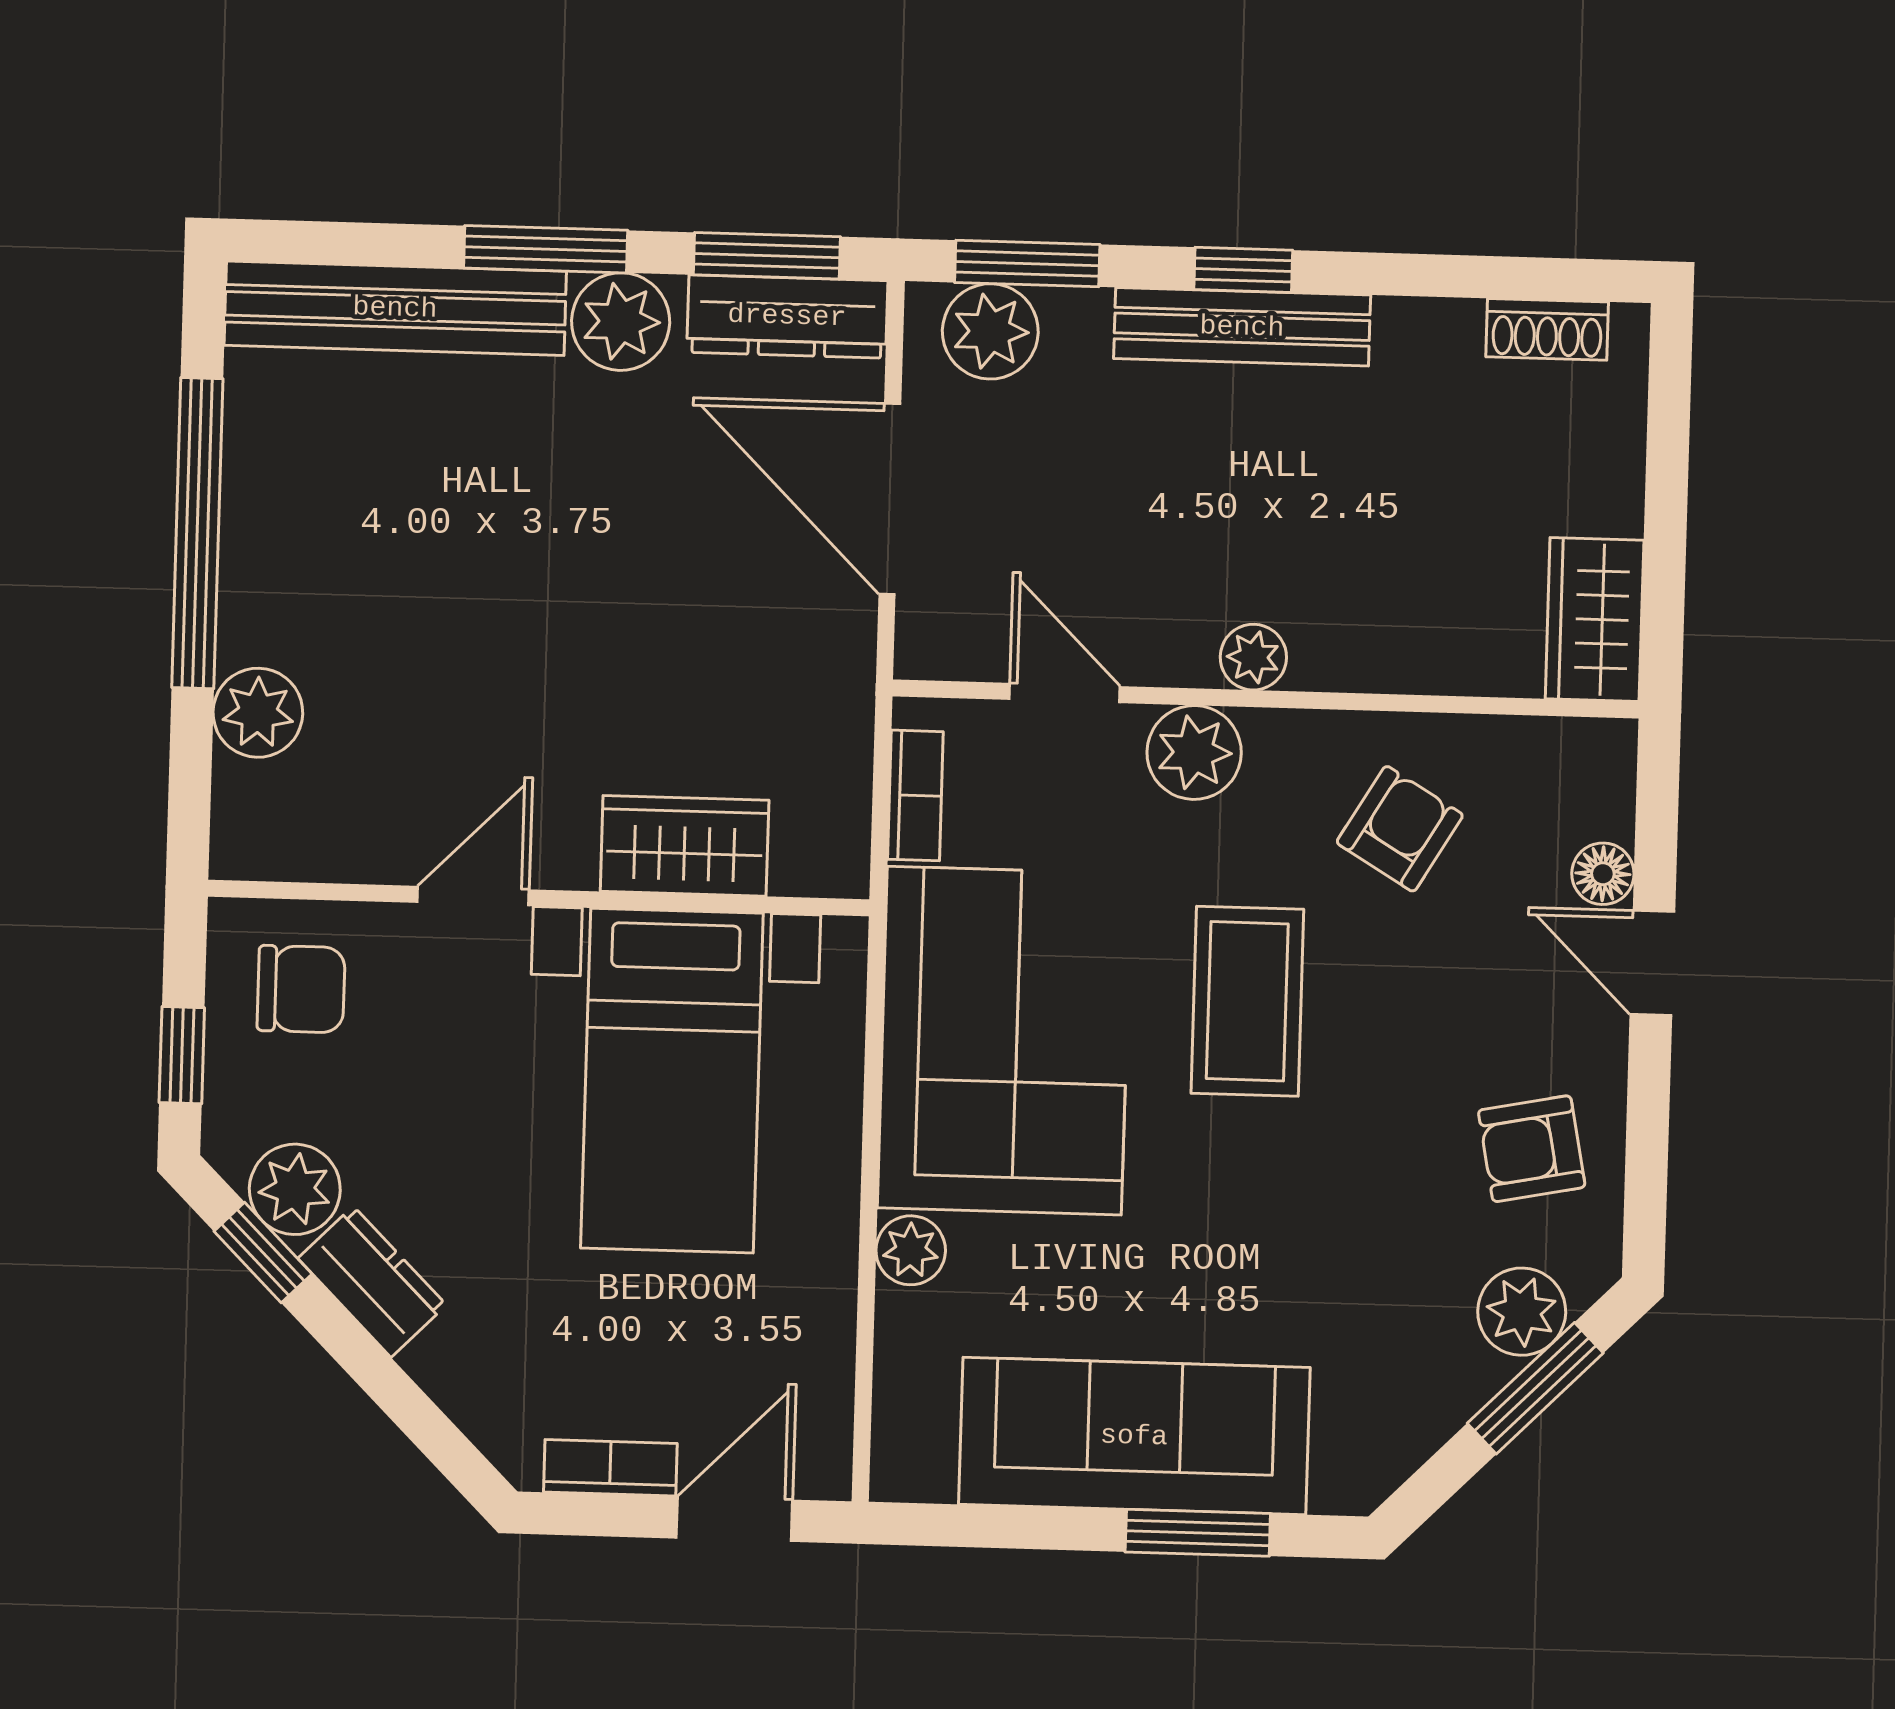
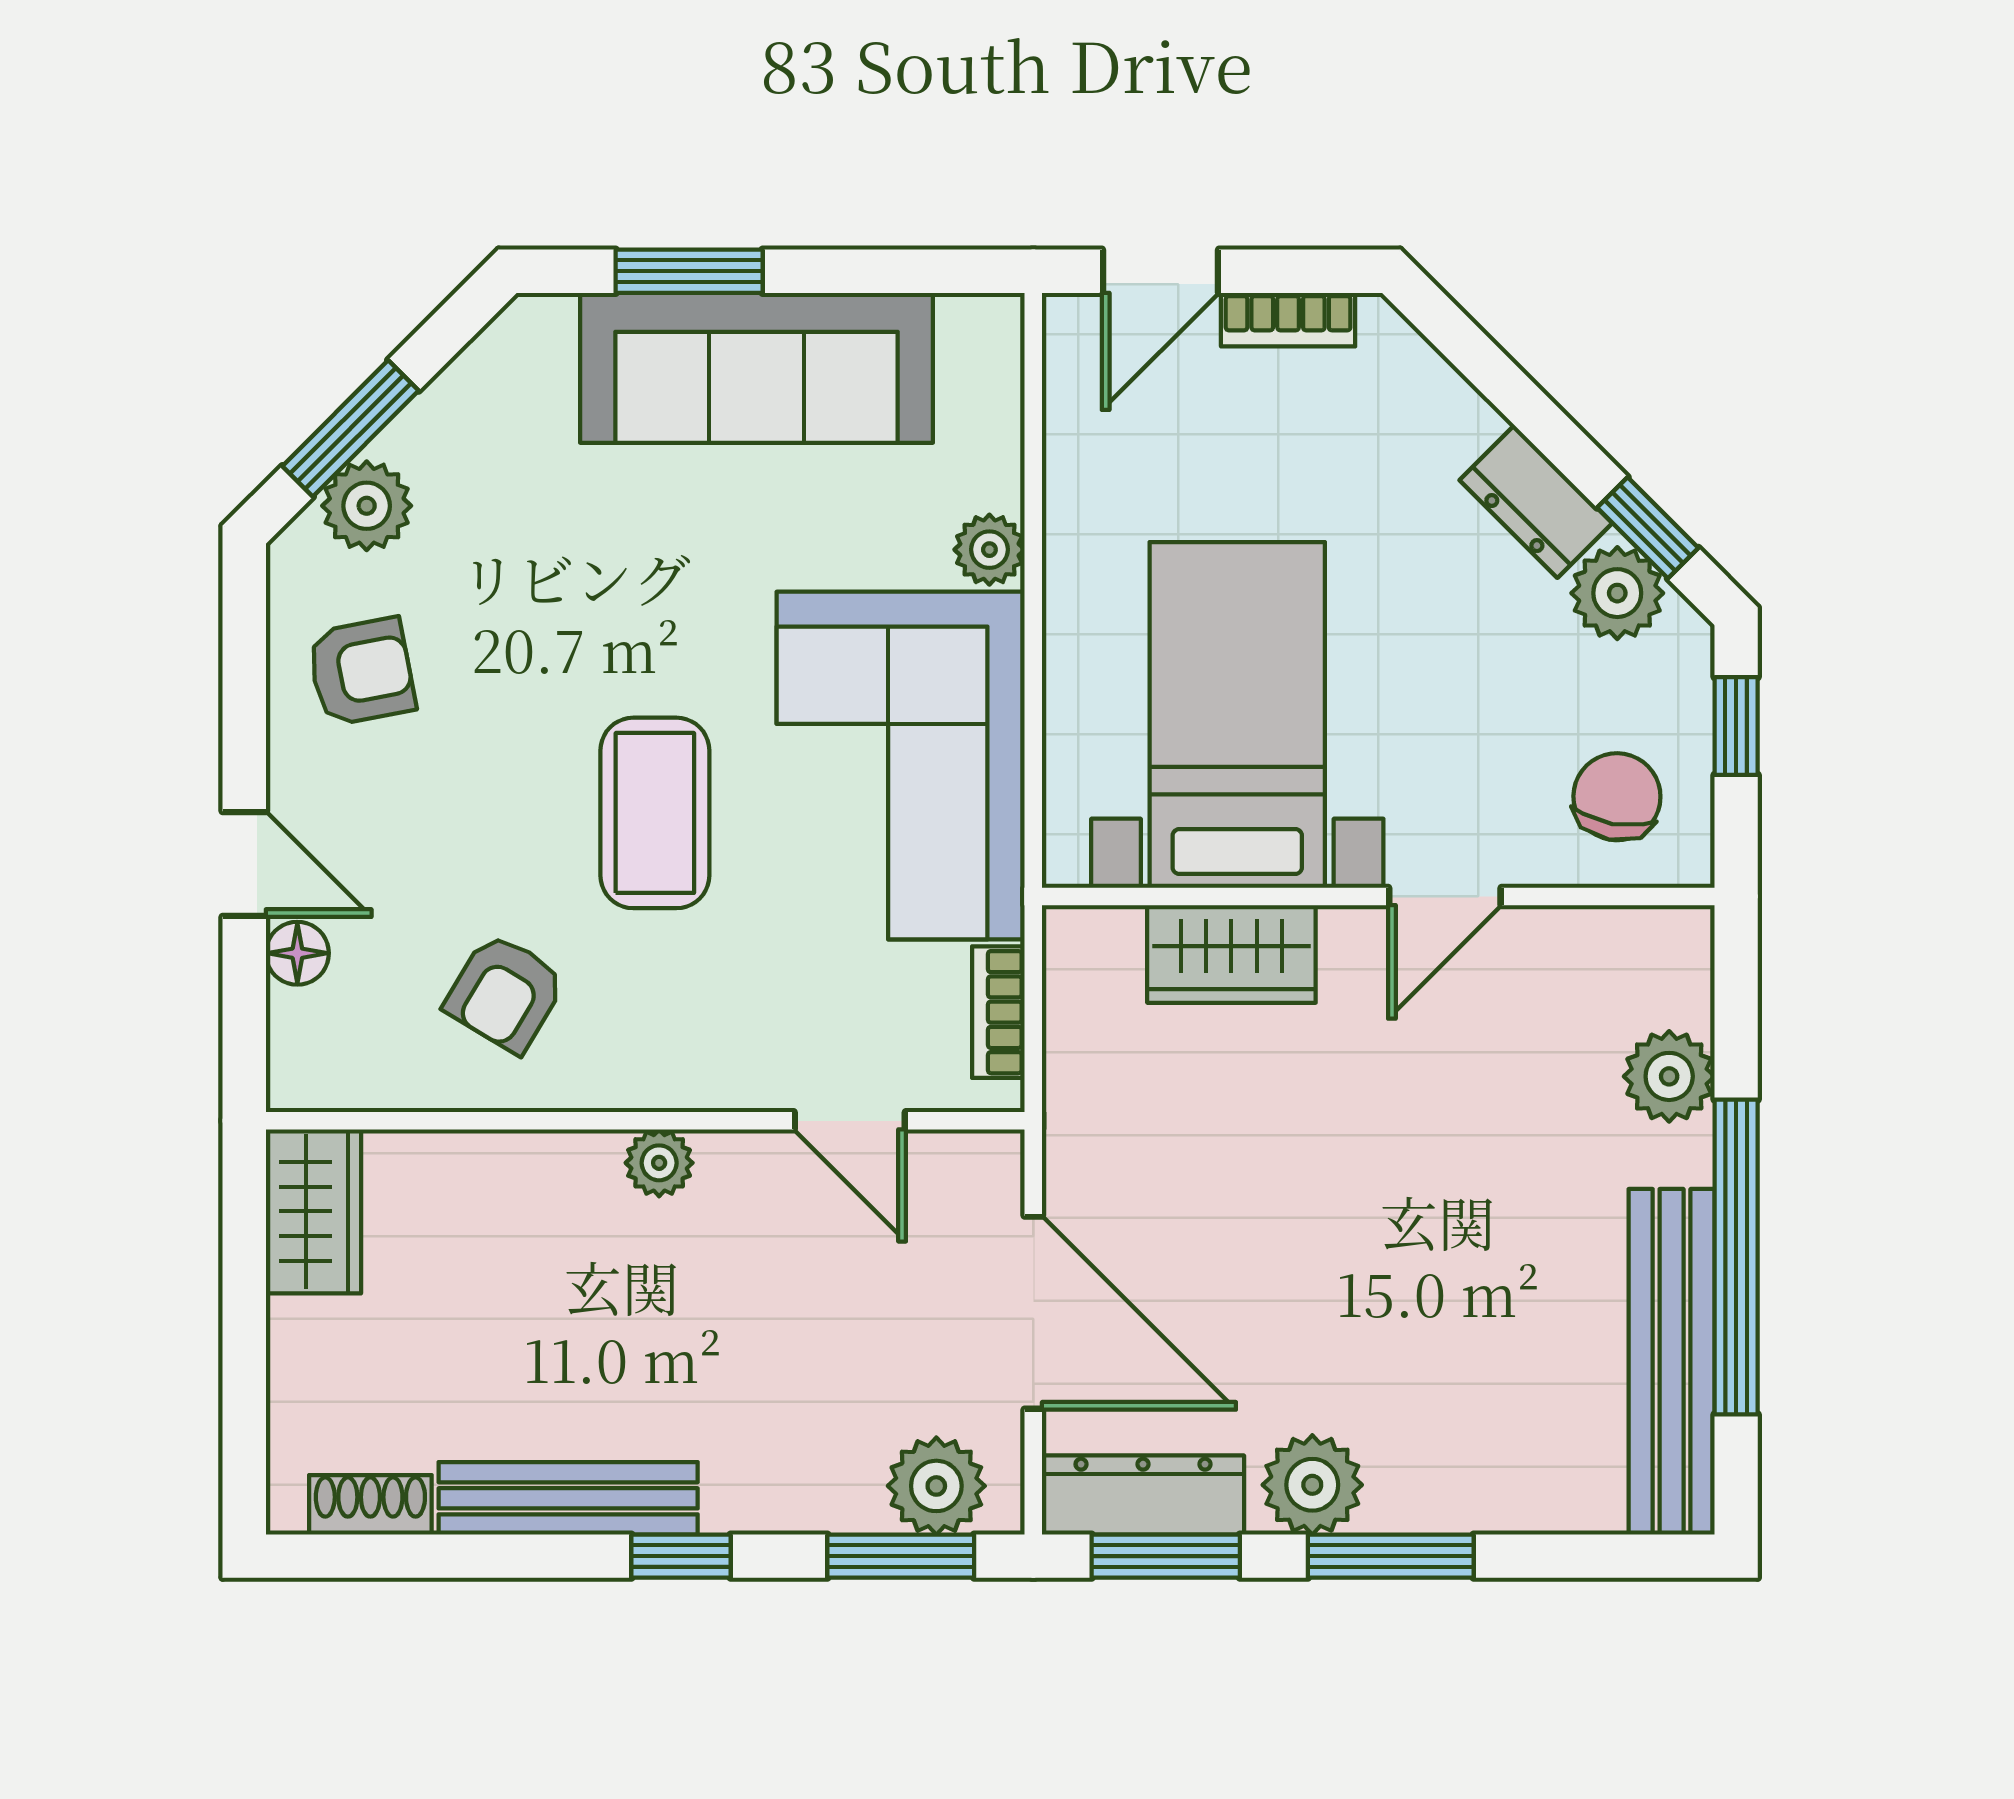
bench: (395, 308) -> (1672, 1362), moved, turned 90
bench: (1242, 327) -> (568, 1498), moved
plant: (1194, 752) -> (716, 1064), removed
chair: (301, 989) -> (1617, 797), turned 100

